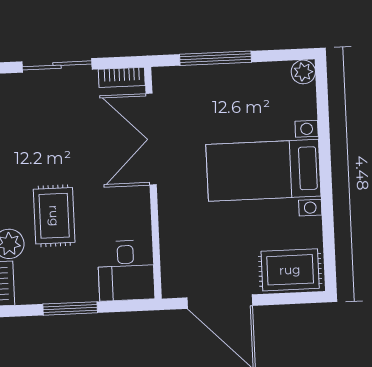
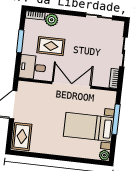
double door: (151, 139) -> (71, 85), moved
bed with nightstands: (263, 170) -> (89, 127), moved, turned -90
rug: (54, 216) -> (51, 46), moved

